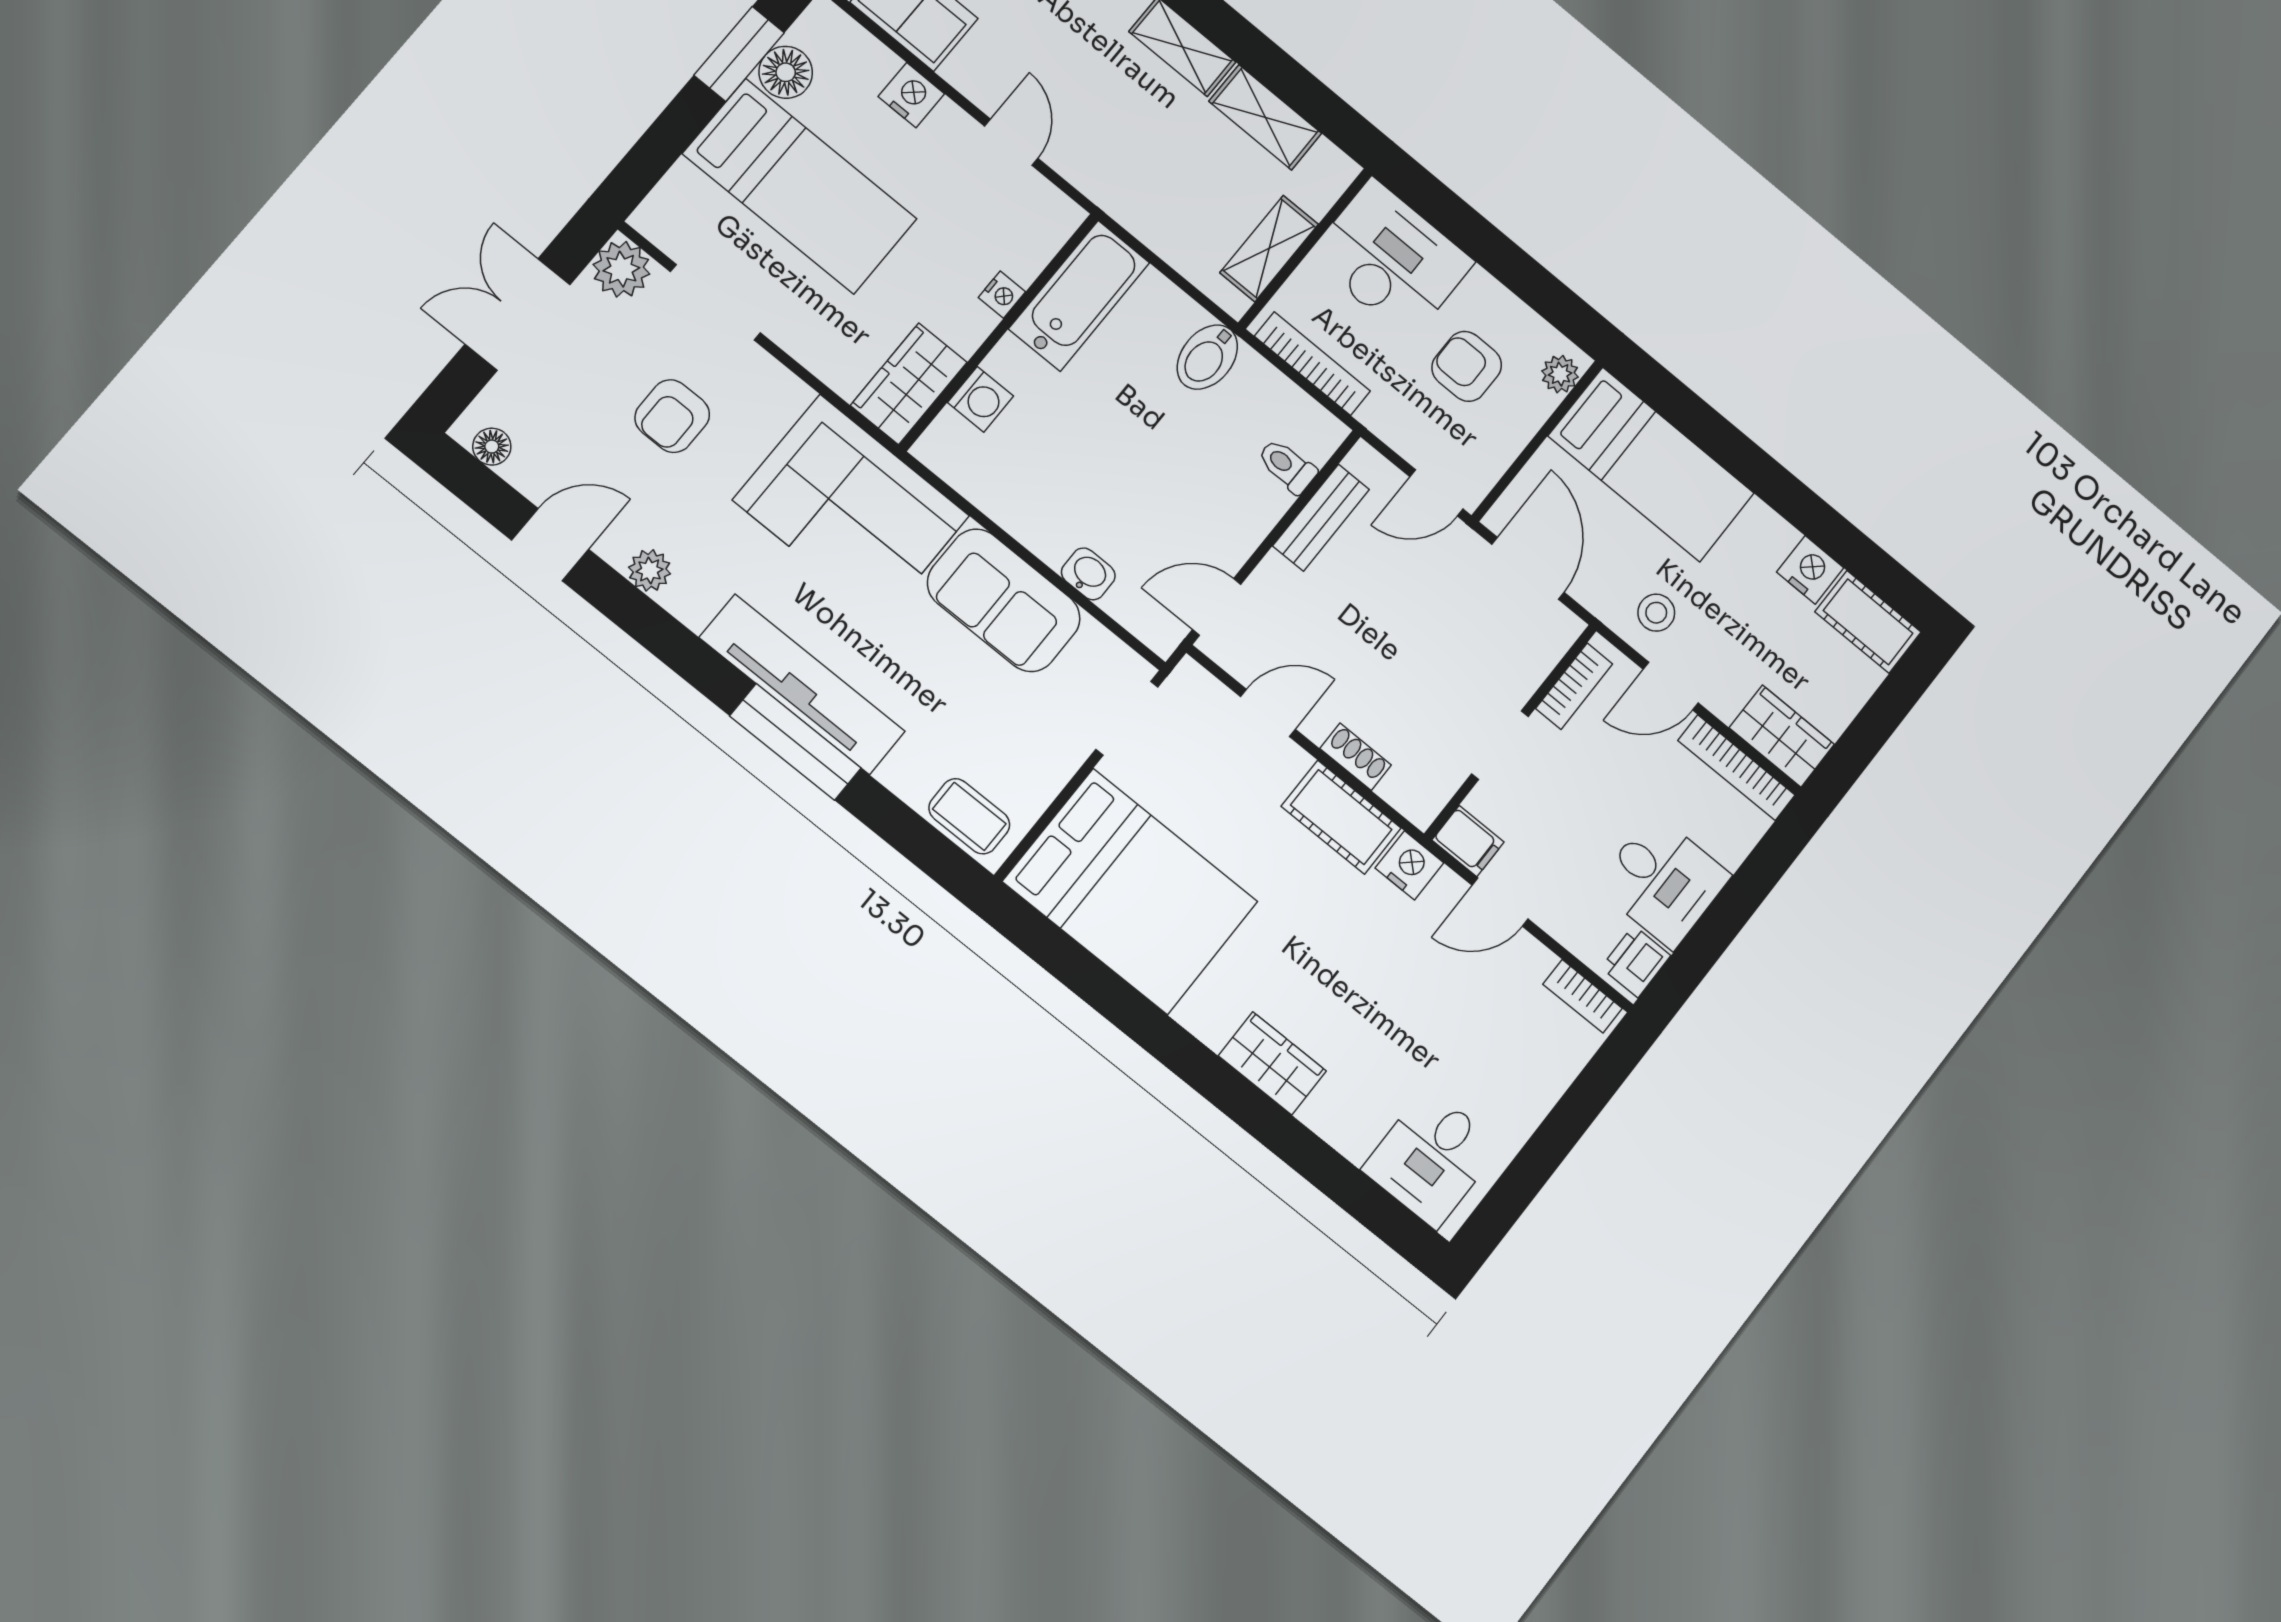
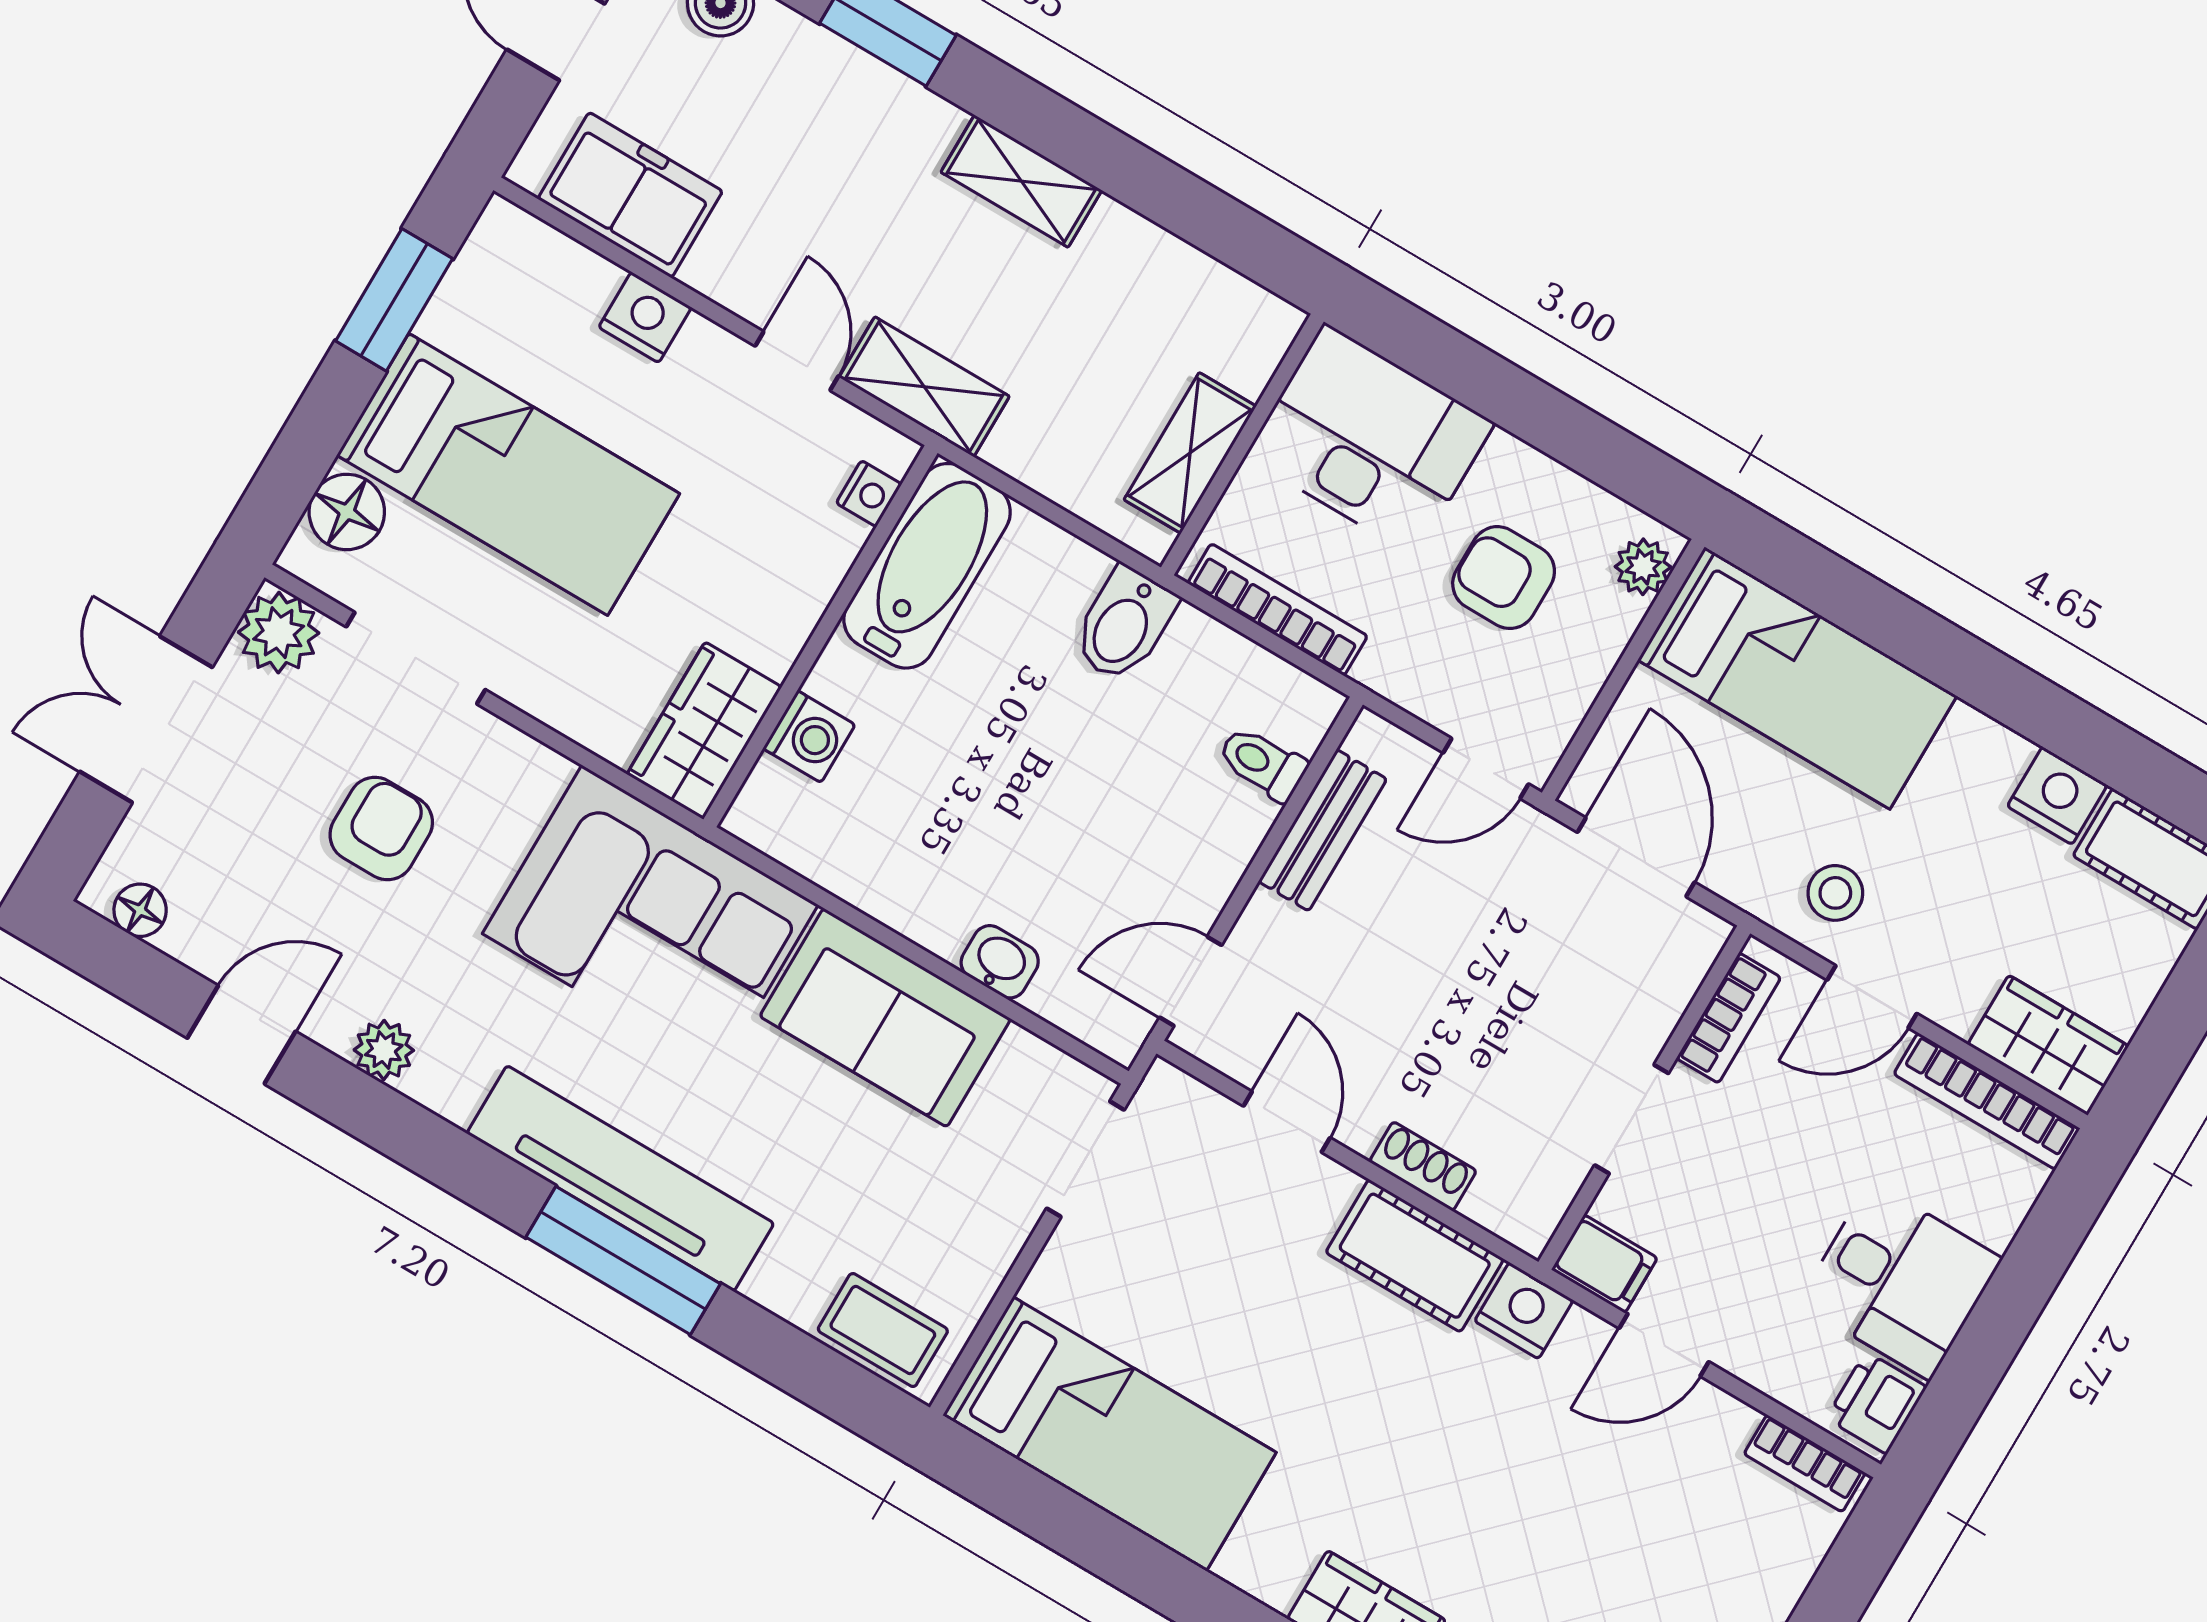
floor lamp: (786, 72) -> (347, 512), moved
shelving: (1265, 117) -> (924, 387), moved
nightstand: (1002, 295) -> (869, 494), moved
armchair: (672, 416) -> (381, 829), turned 180
door: (1268, 713) -> (1287, 1122), hinge flipped
bed: (1130, 892) -> (1110, 1434), width x0.67

